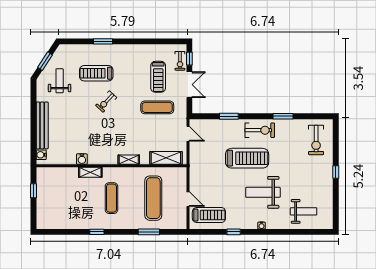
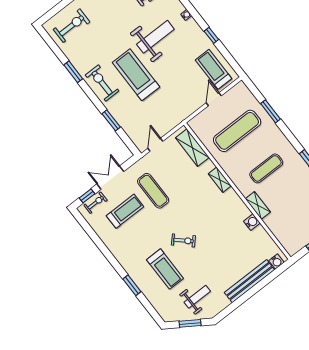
weight bench: (60, 81) -> (197, 297), turned 180
weight bench: (263, 192) -> (155, 37), turned -90

